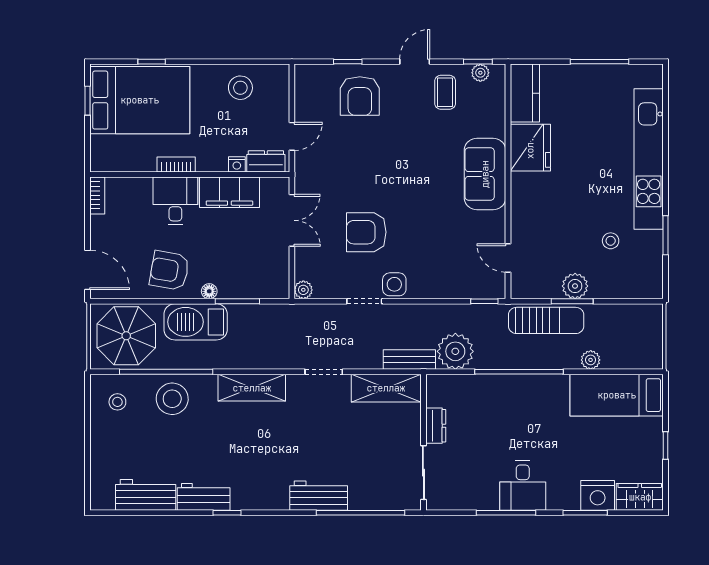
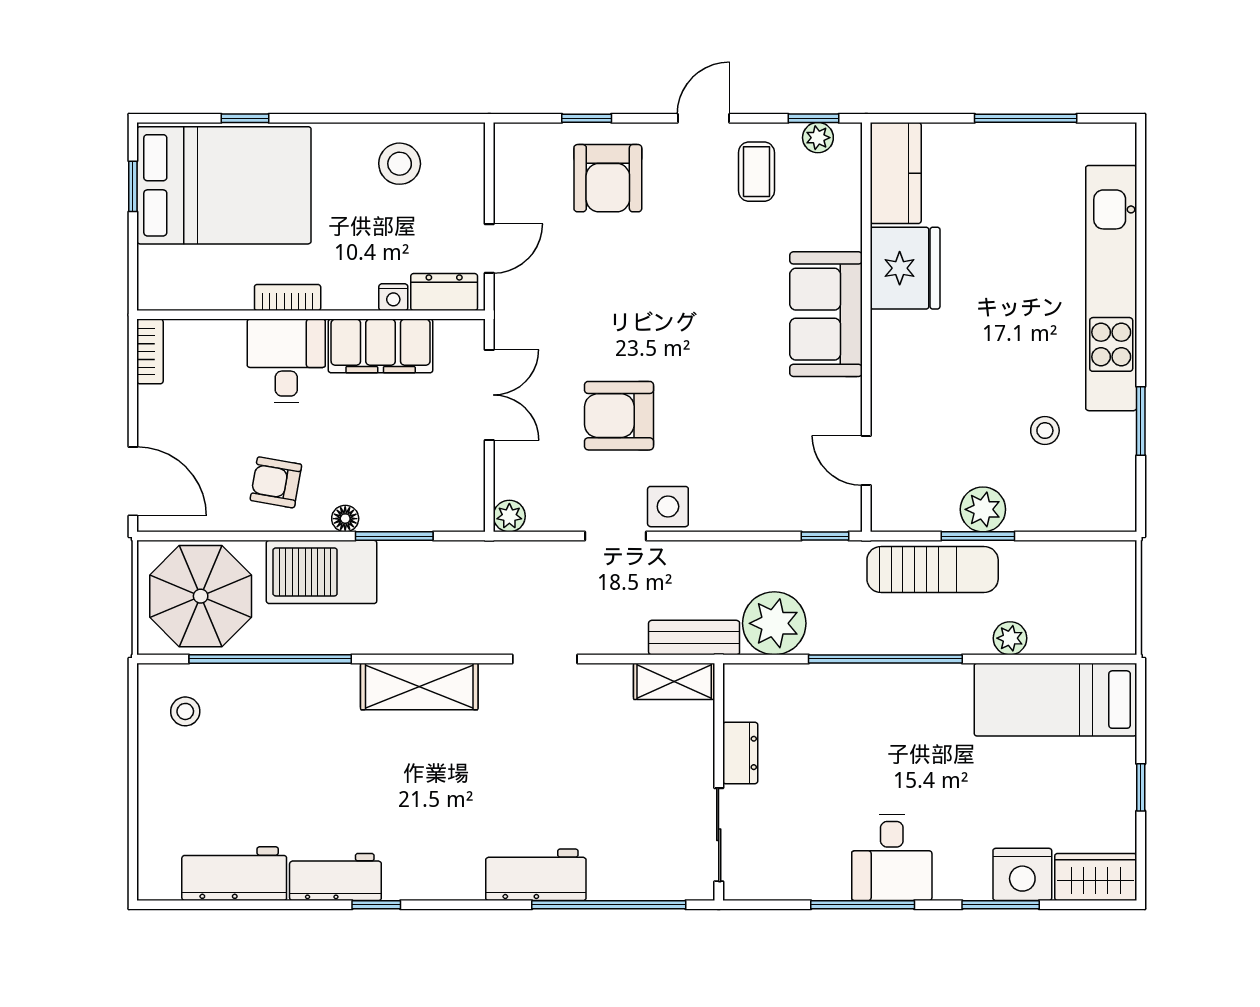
armchair: (169, 270) -> (276, 482), width x0.72, depth x0.72
shelving: (386, 388) -> (674, 681), width x0.67, depth x0.75
stool: (172, 399) -> (281, 706), removed

